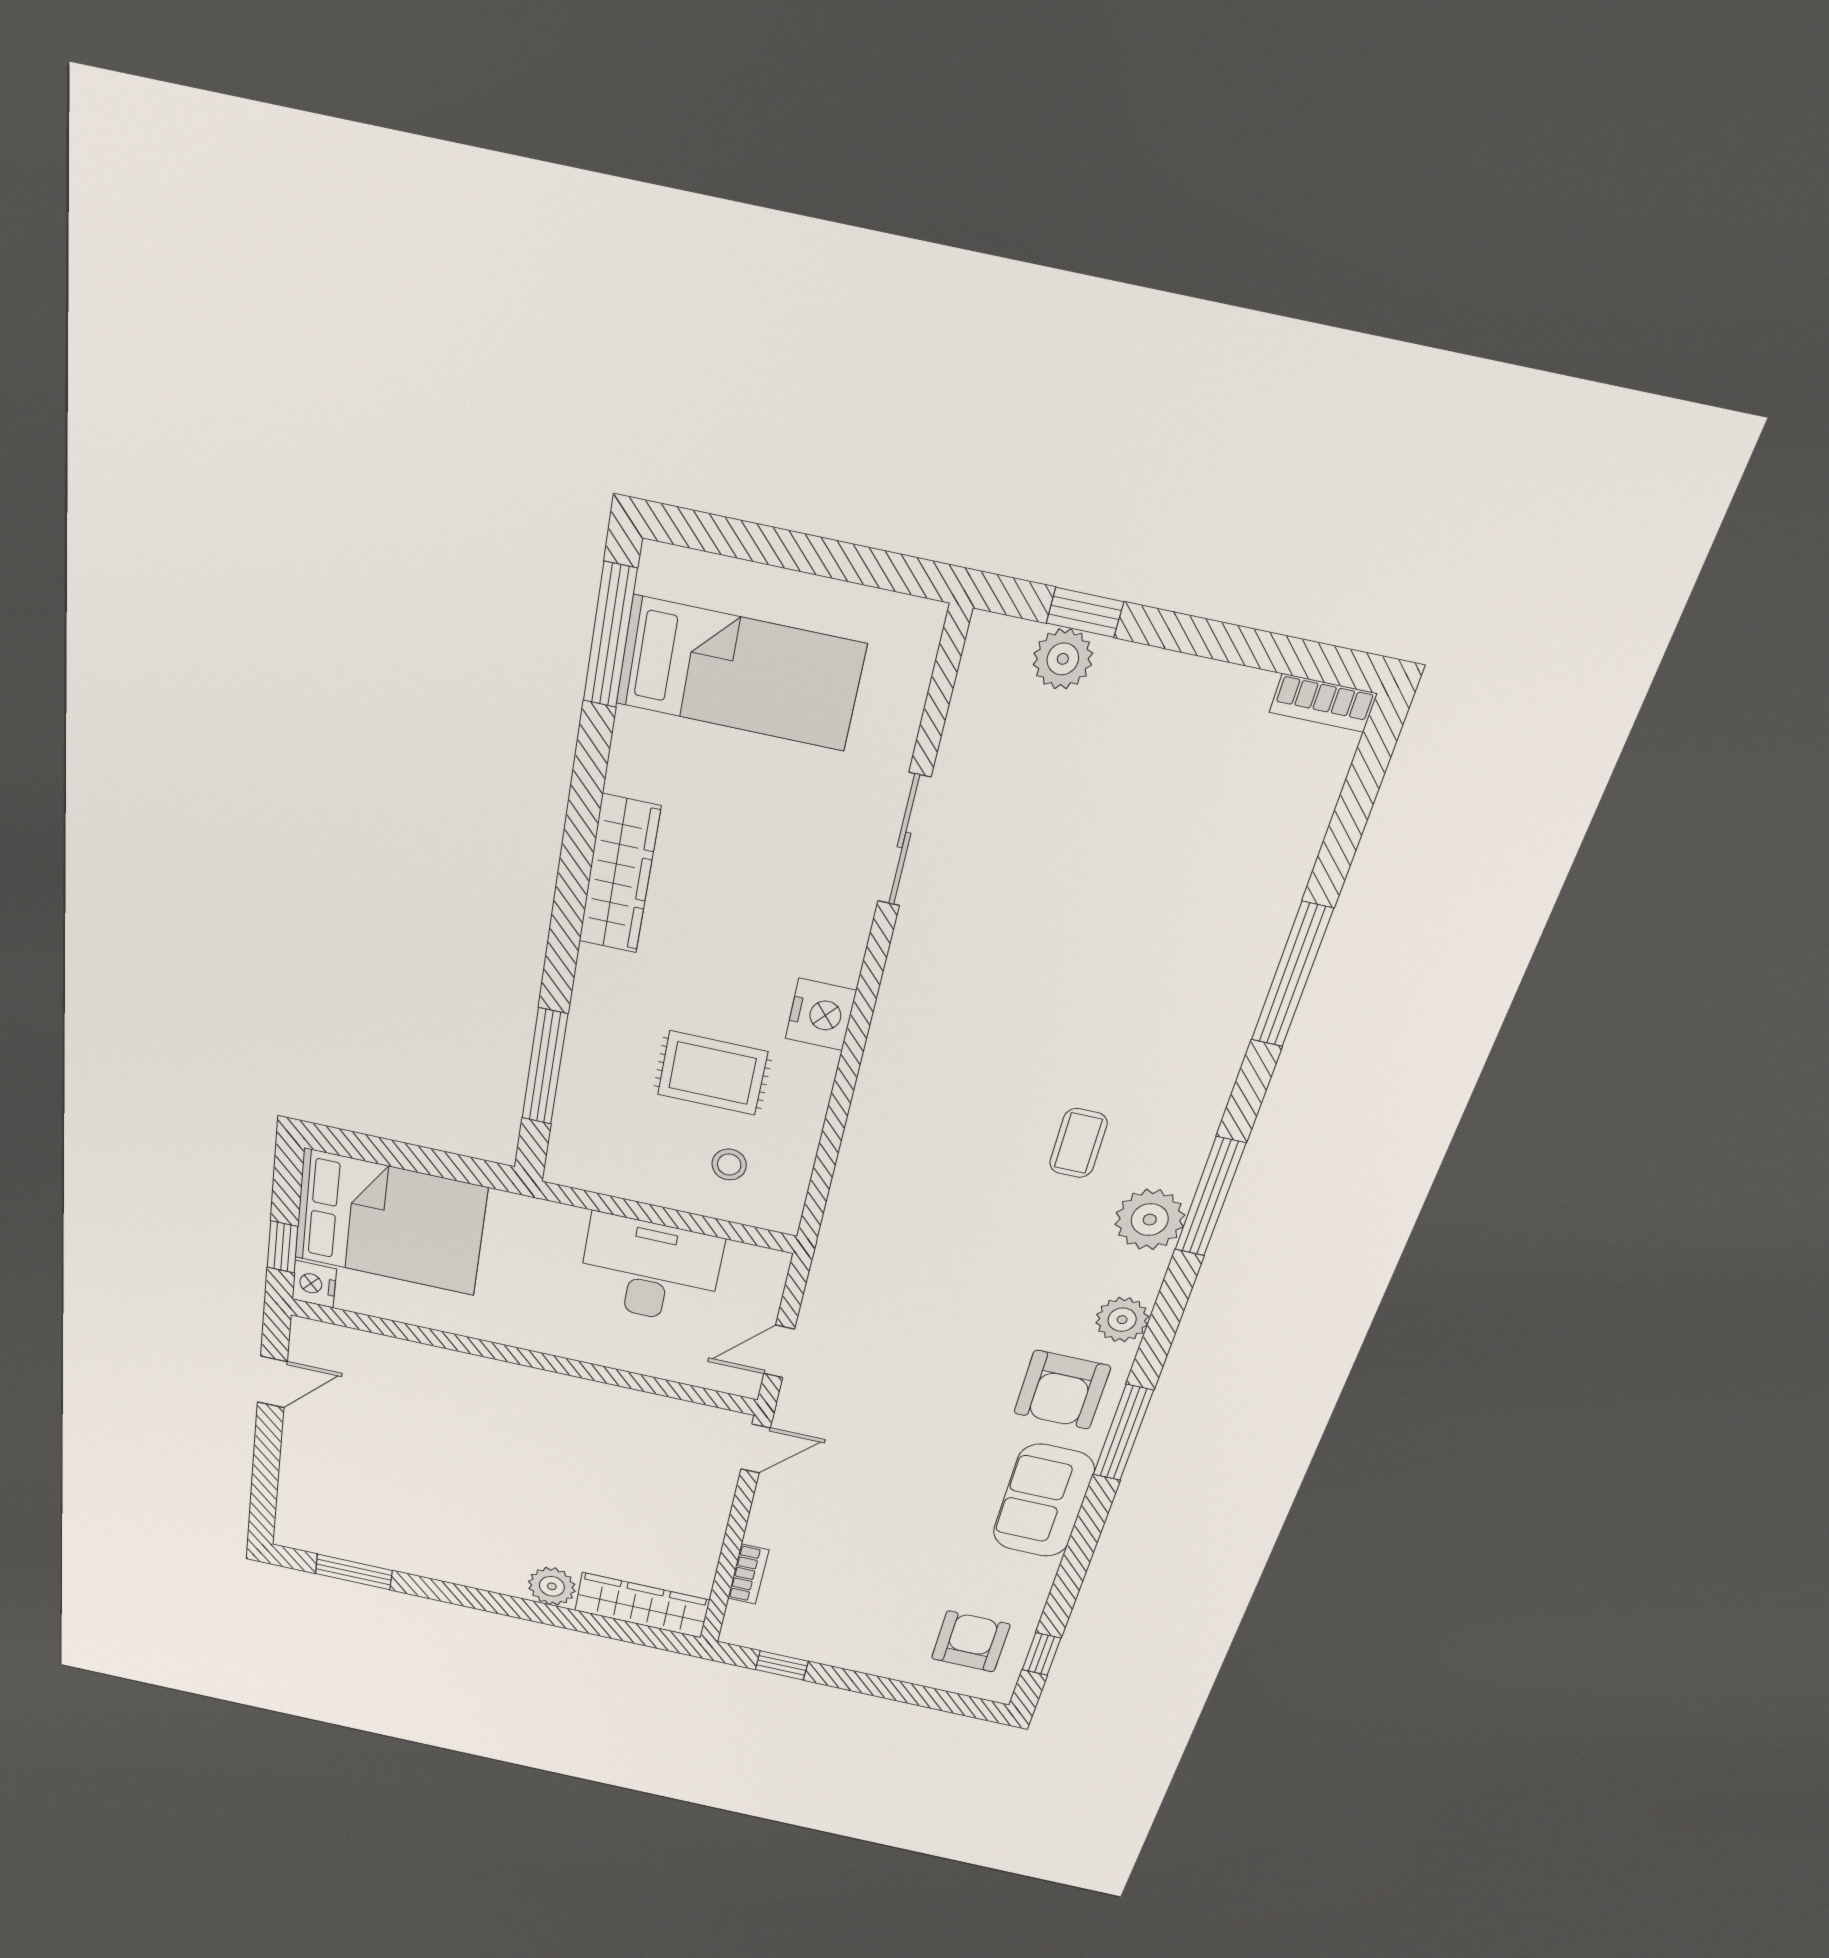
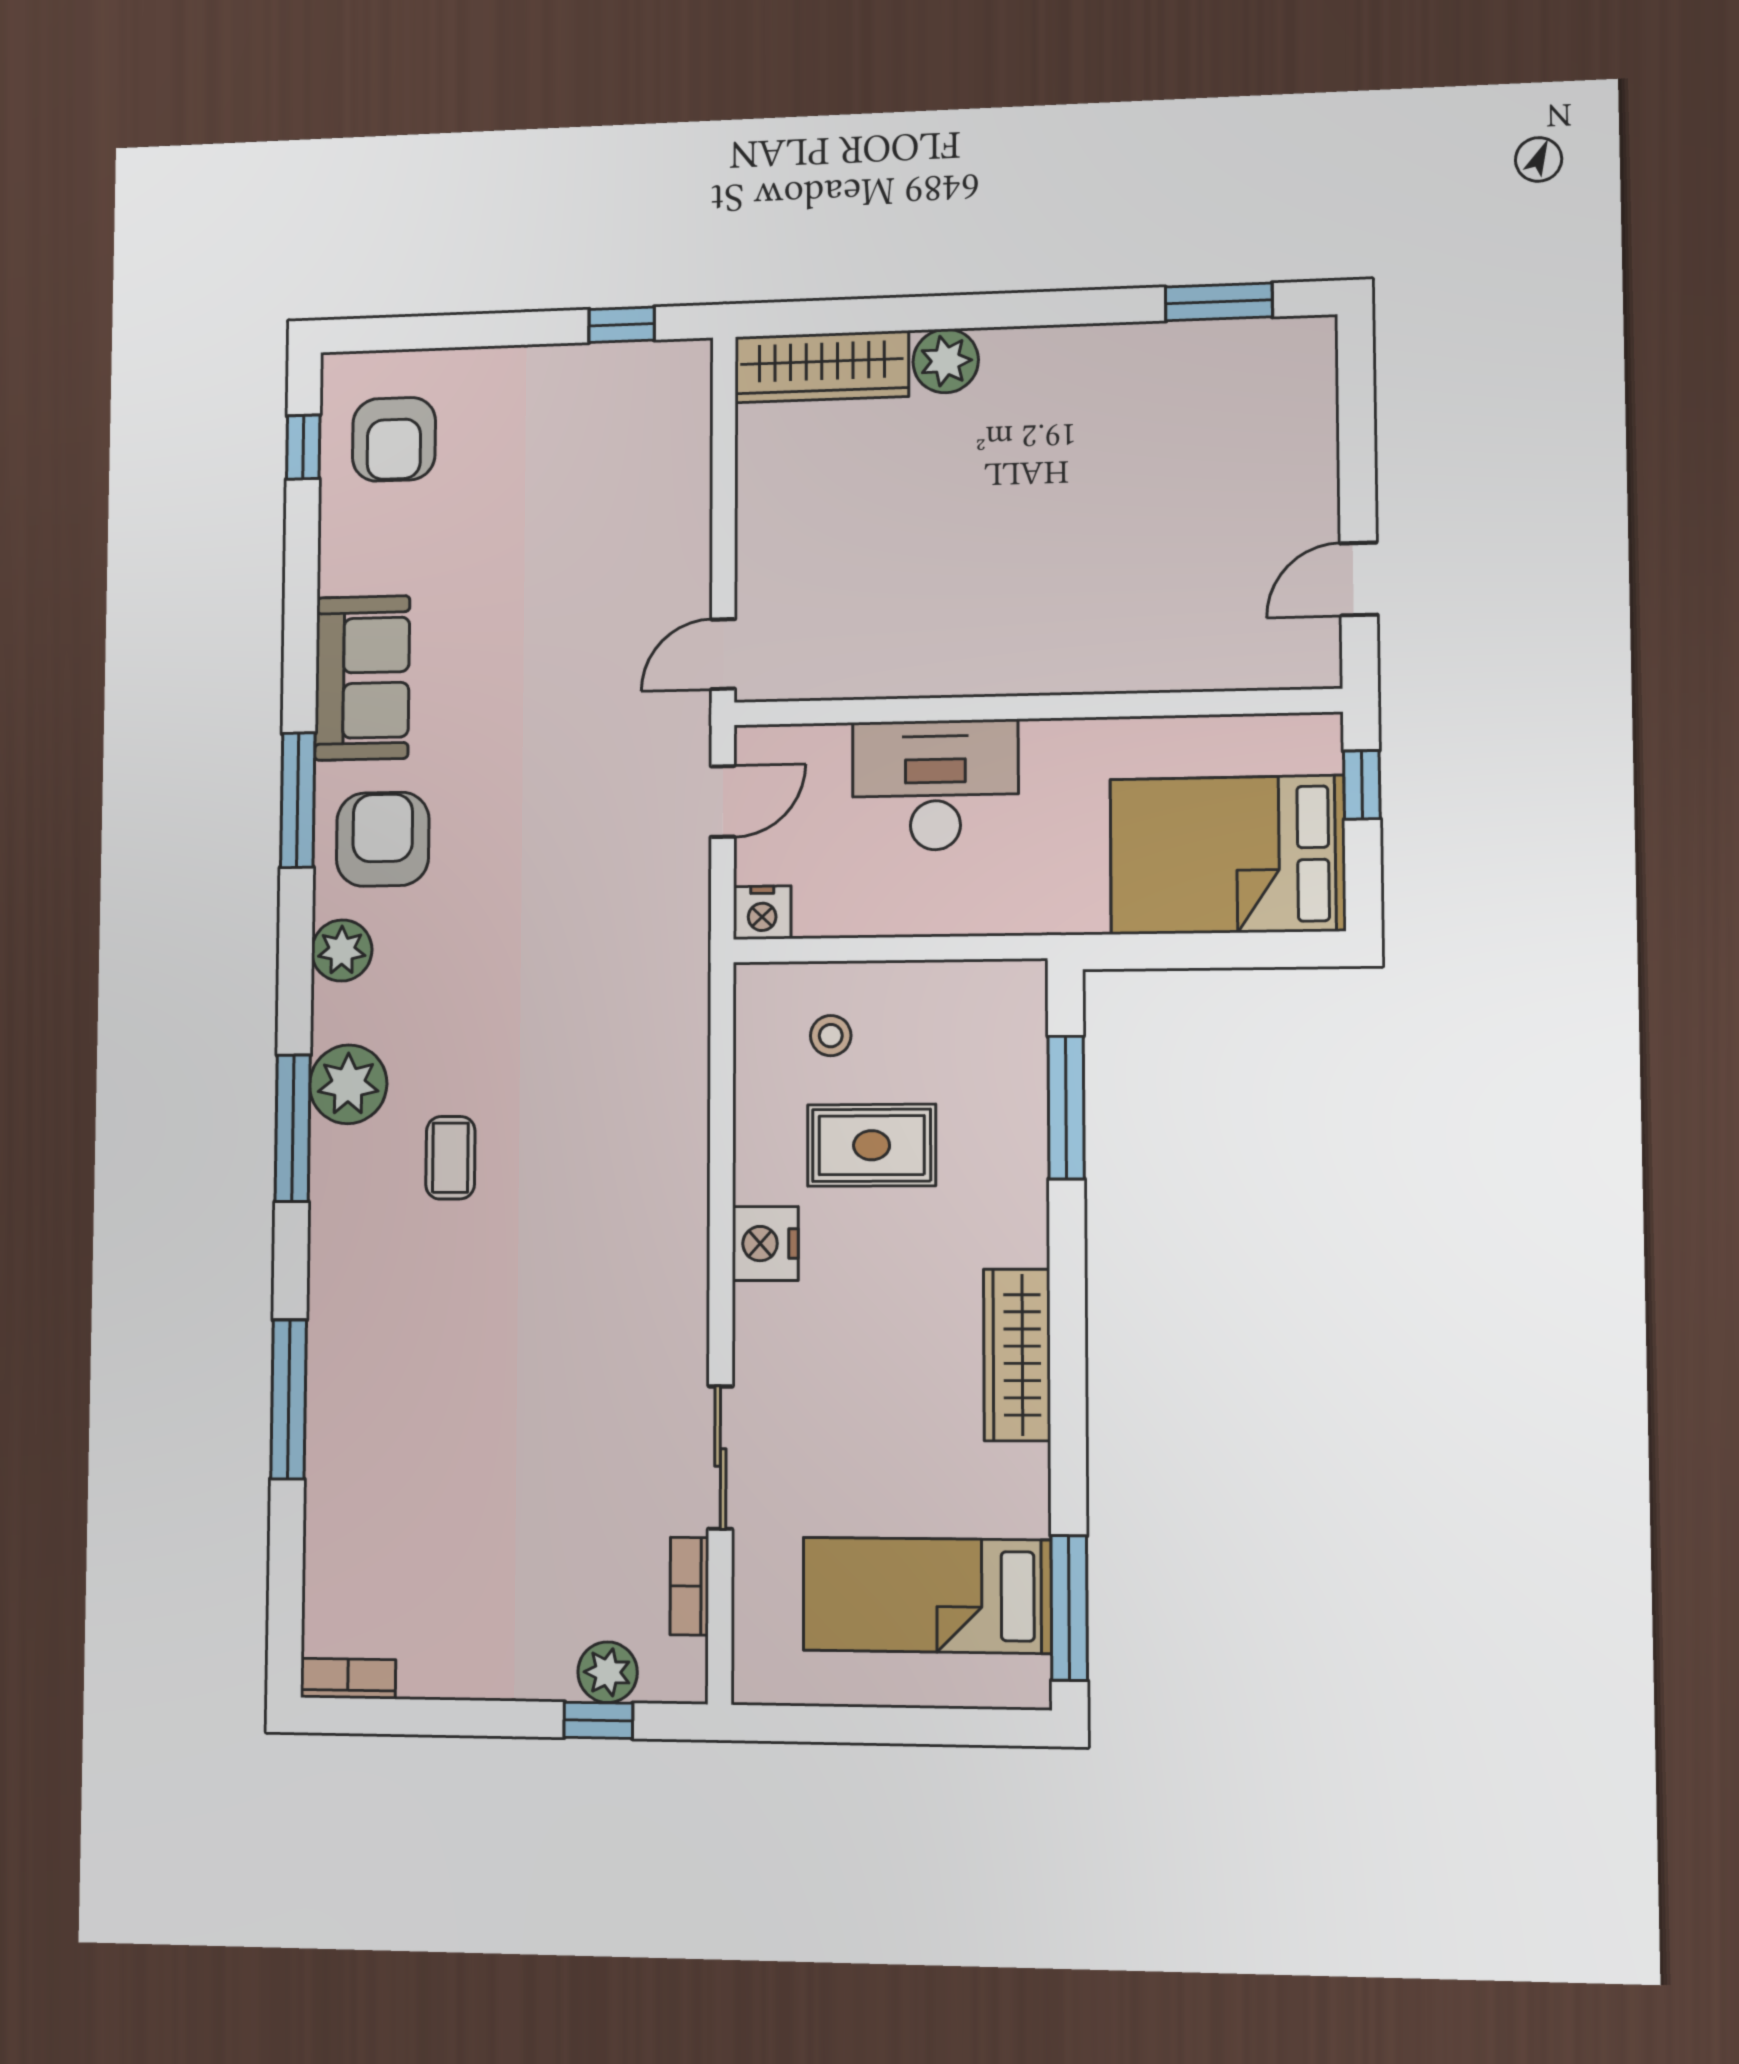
desk: (650, 1270) -> (935, 785), moved, turned 180
nightstand: (314, 1284) -> (762, 913), moved, turned 90
bookcase: (748, 1574) -> (689, 1586), moved

